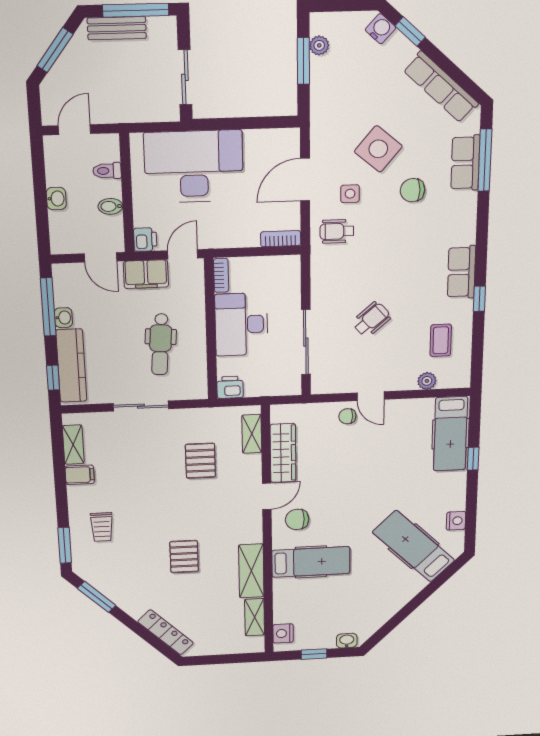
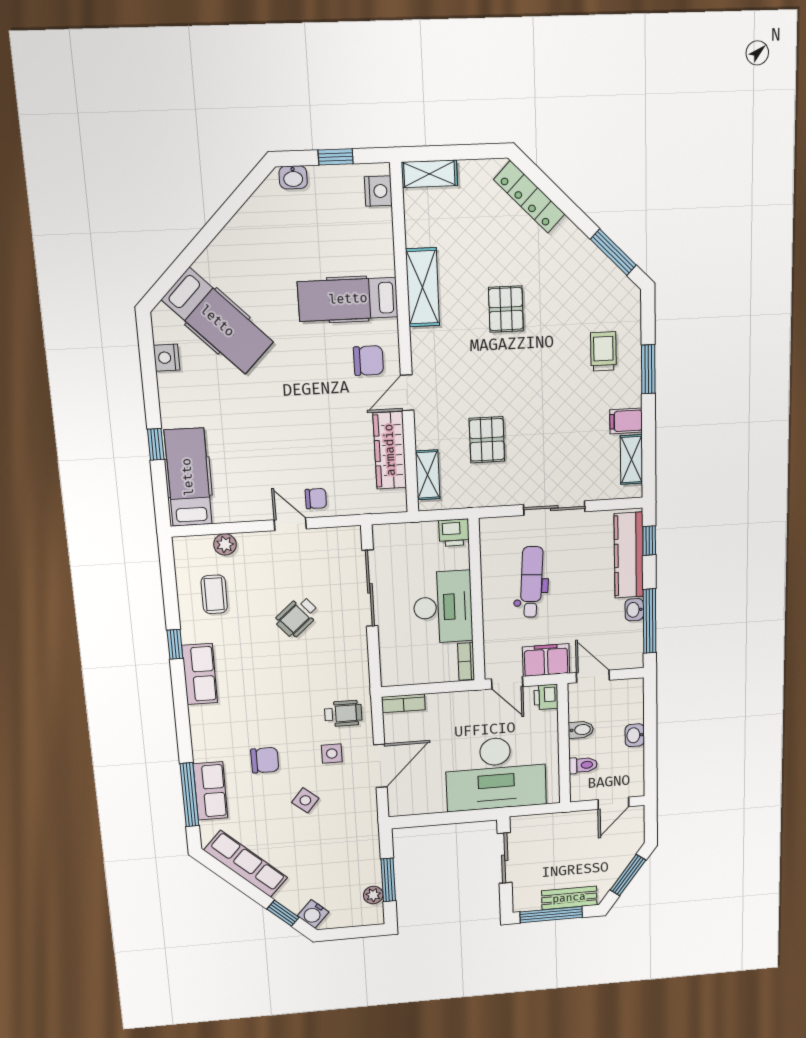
side table: (378, 149) -> (305, 800), width x0.54, depth x0.54
door: (183, 254) -> (507, 683), hinge flipped
window: (65, 545) -> (648, 369), moved
shelving: (255, 617) -> (429, 174), moved, turned 90

